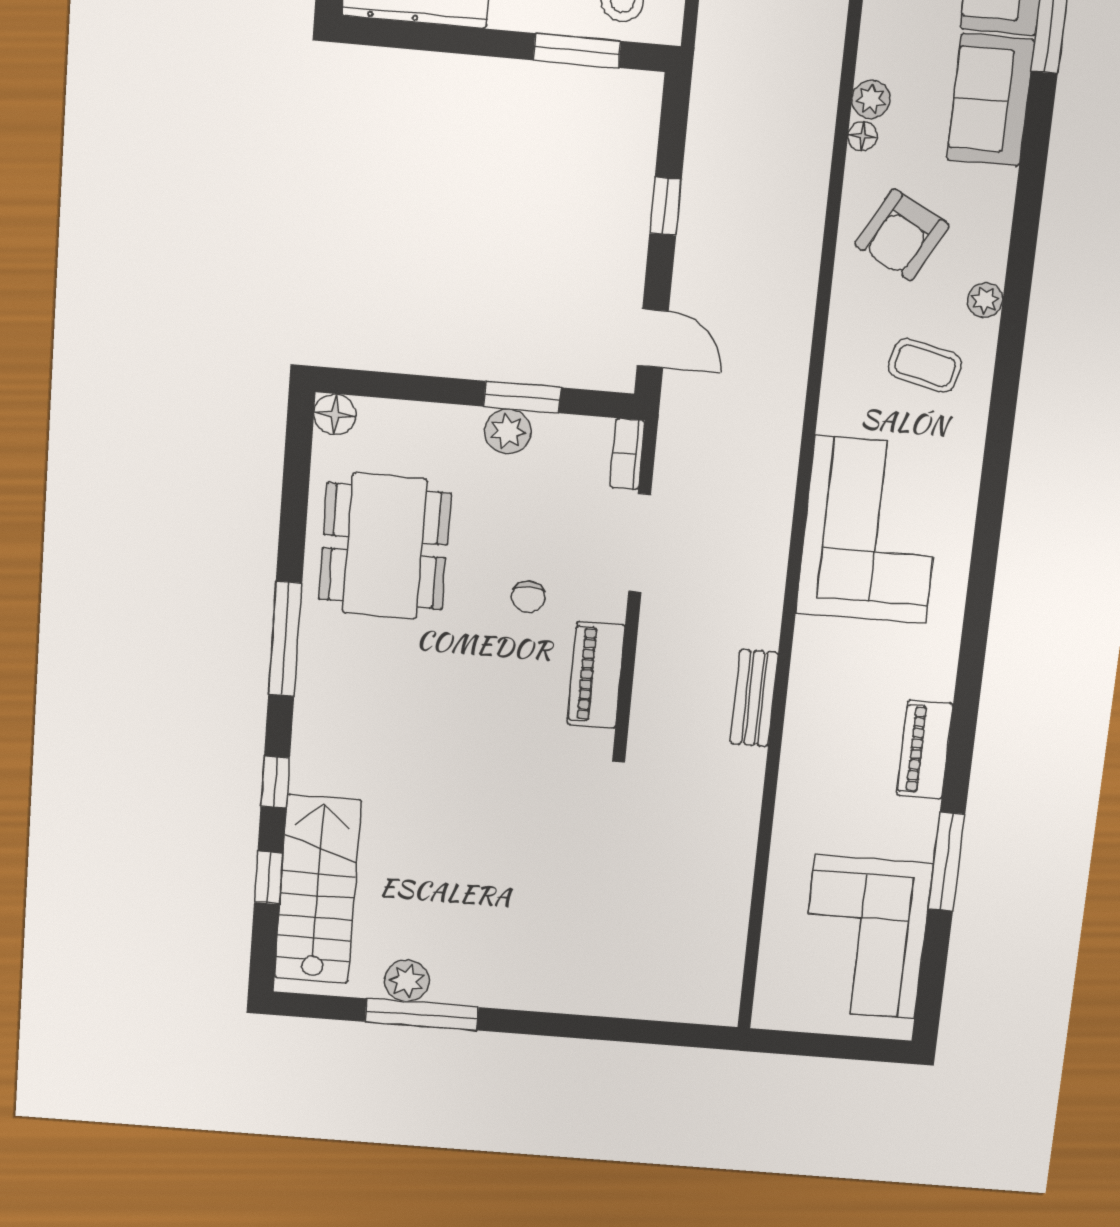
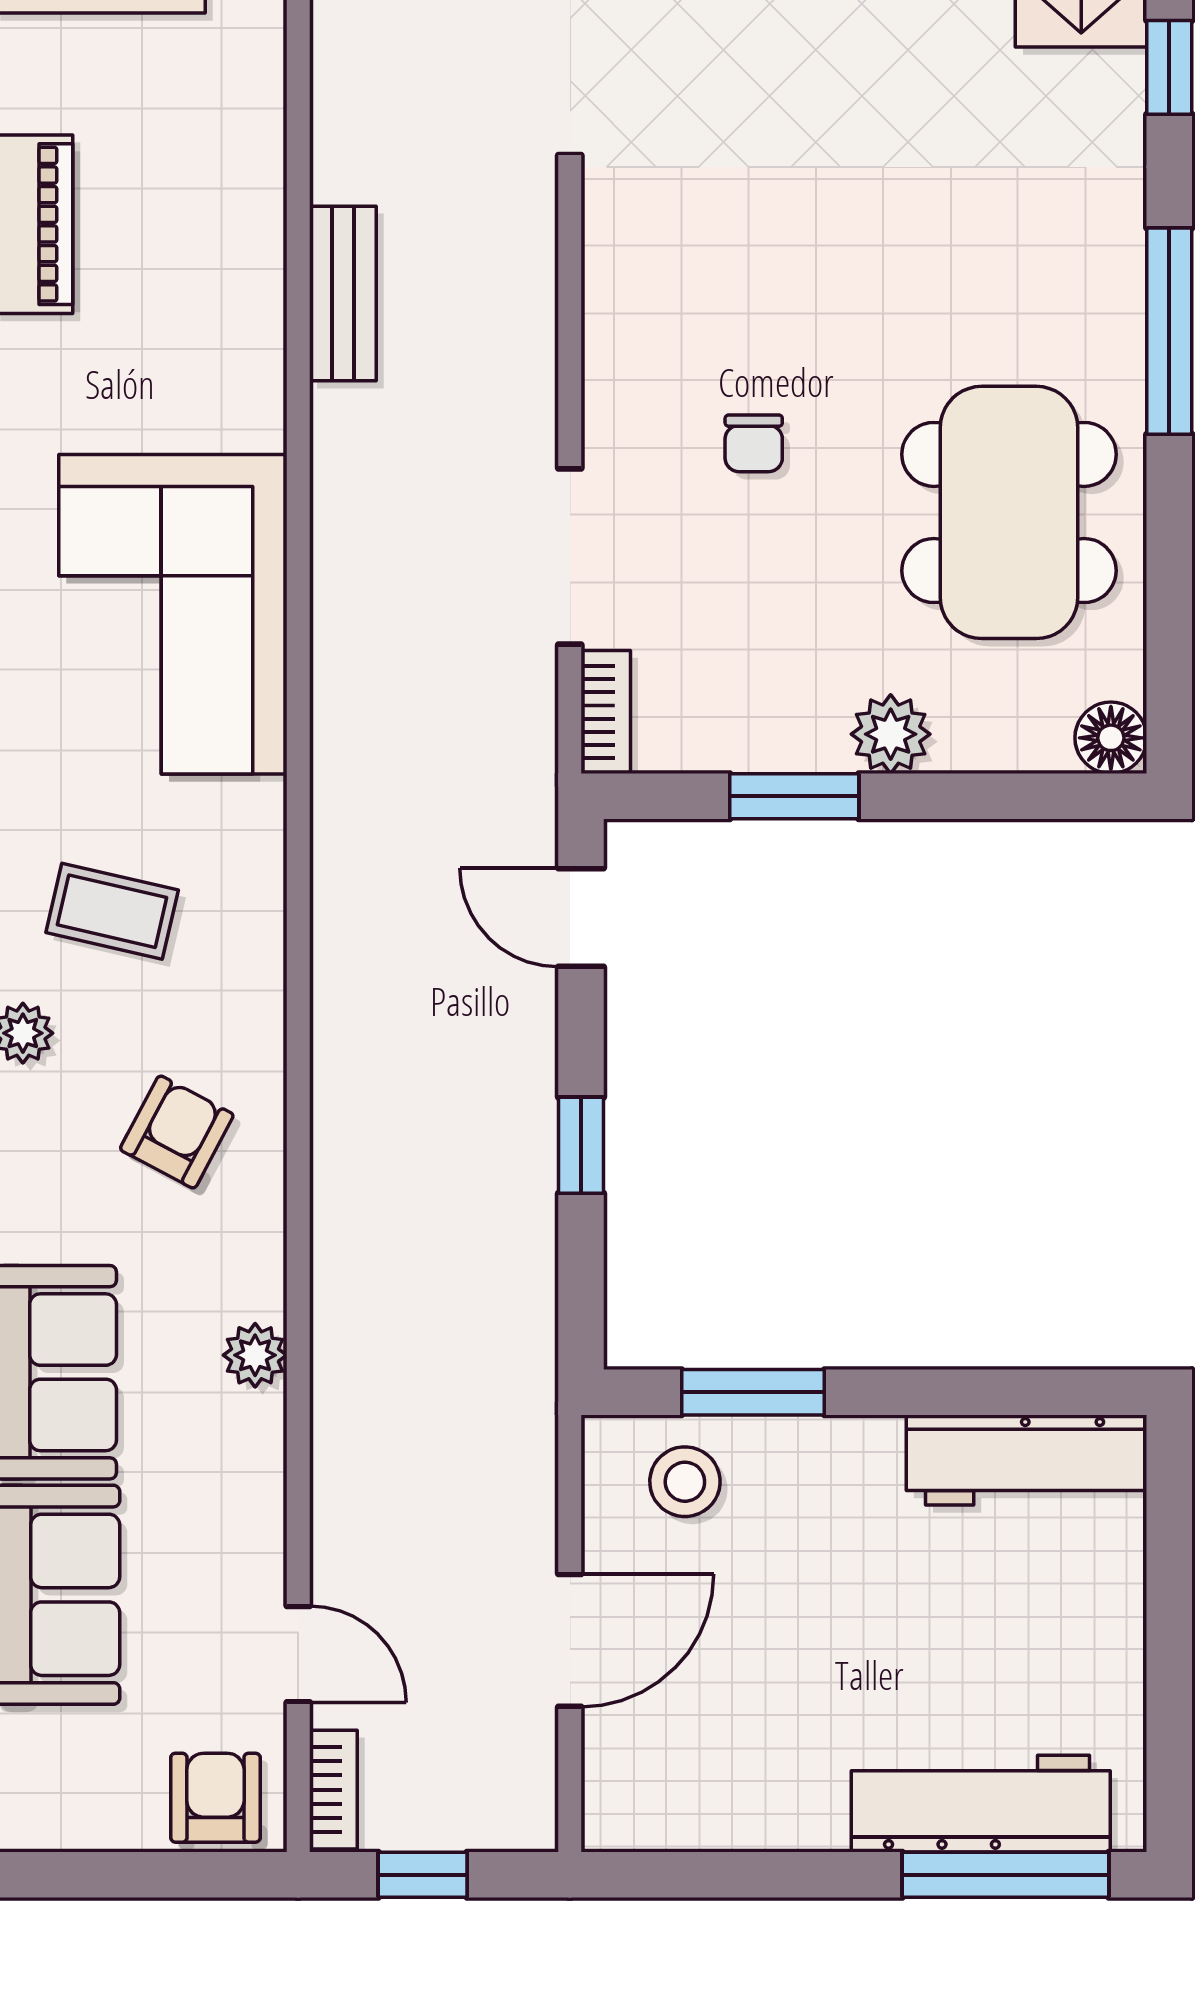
floor lamp: (863, 136) -> (262, 1293), removed
armchair: (902, 235) -> (177, 1132), width x0.72, depth x0.72
plant: (508, 431) -> (891, 734), moved
chair: (528, 597) -> (754, 443), turned 180
piano: (596, 675) -> (624, 312), removed

